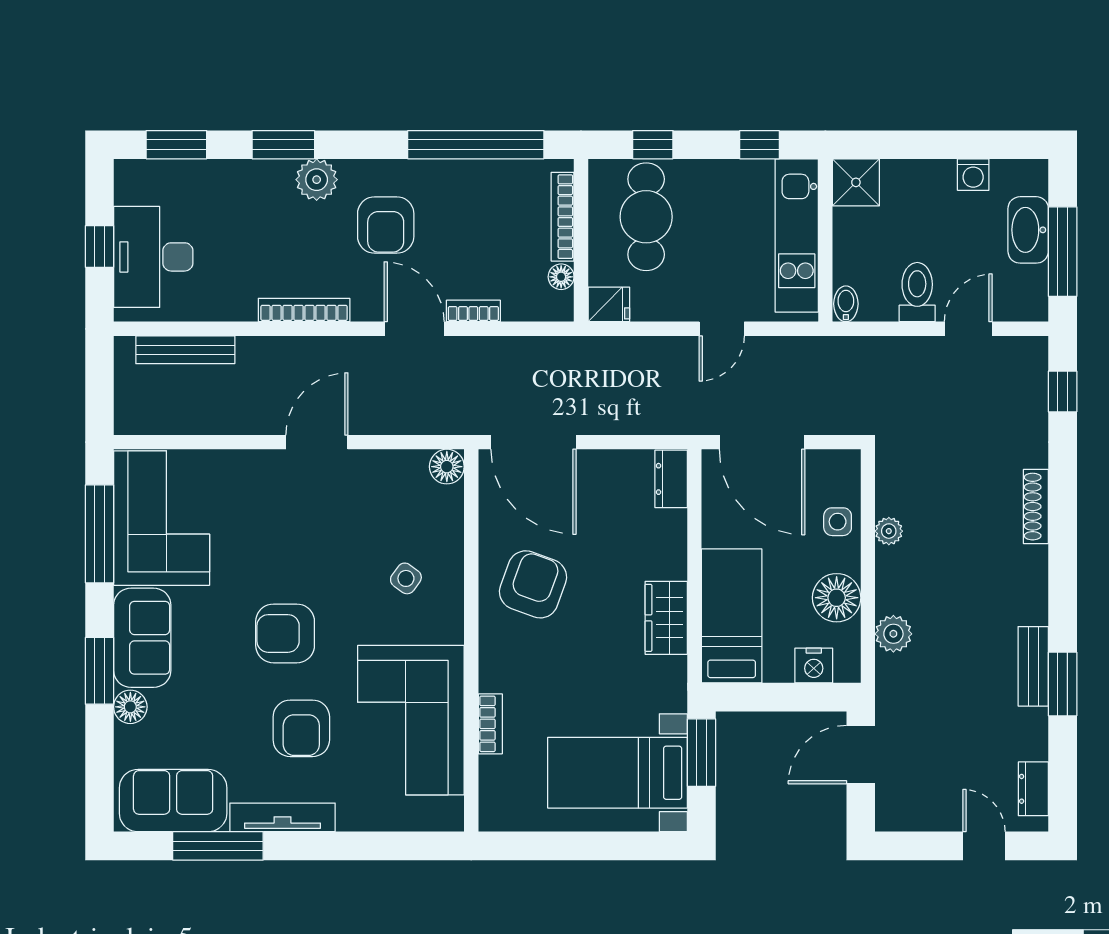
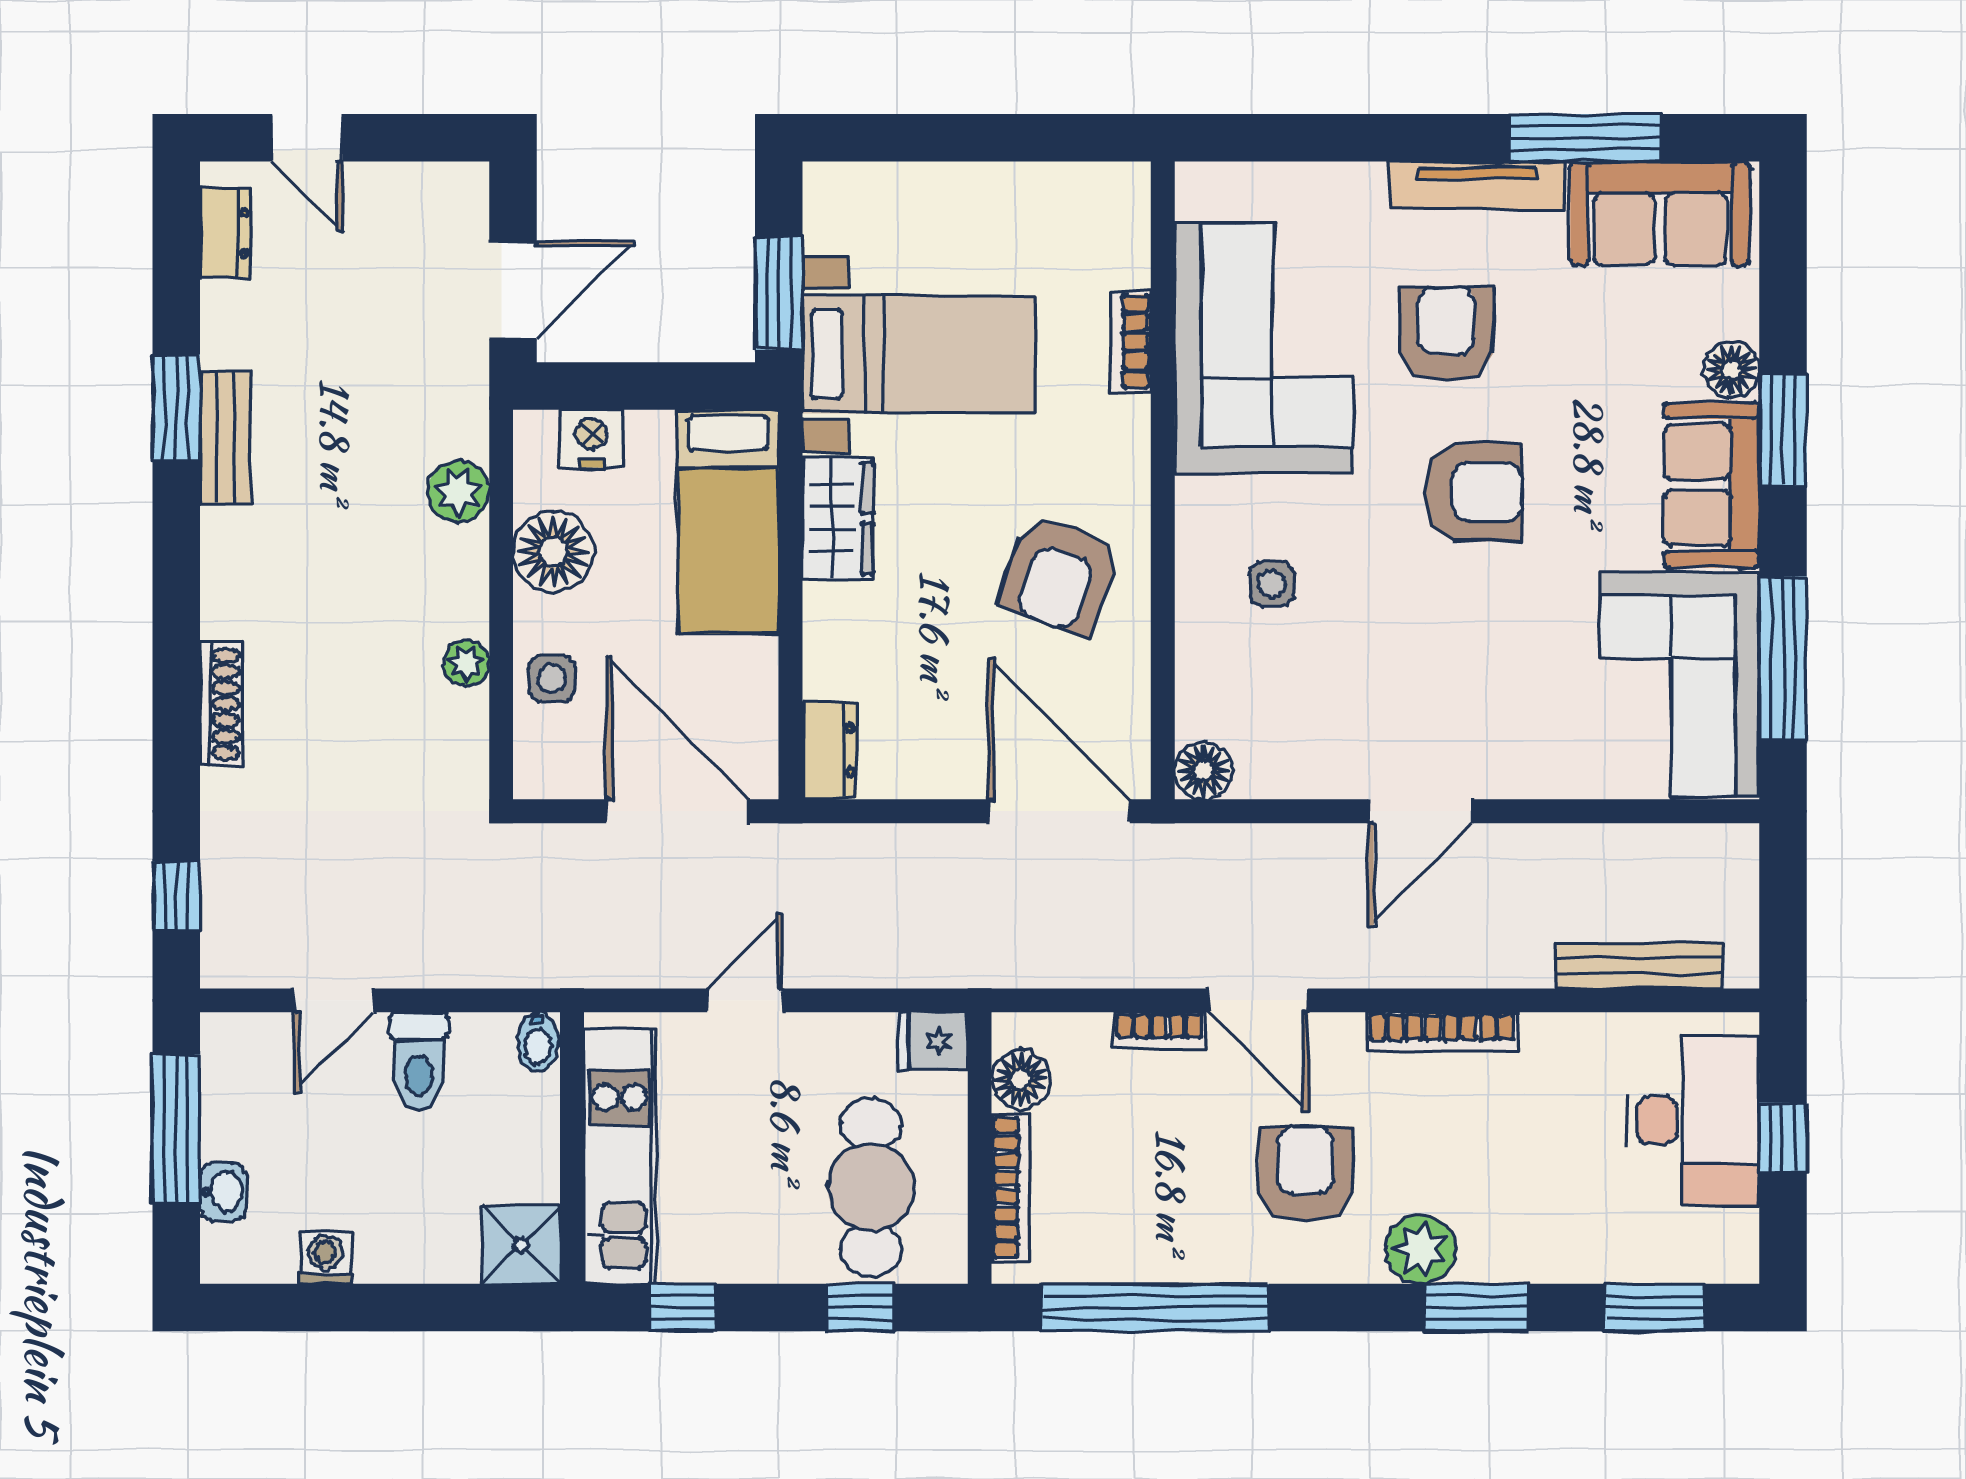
washbasin: (1028, 230) -> (223, 1192), width x0.52, depth x0.69
floor lamp: (561, 277) -> (1021, 1079), width x1.37, depth x1.37
side table: (406, 578) -> (1272, 584), turned -36
bed with nightstands: (617, 773) -> (919, 354), moved

